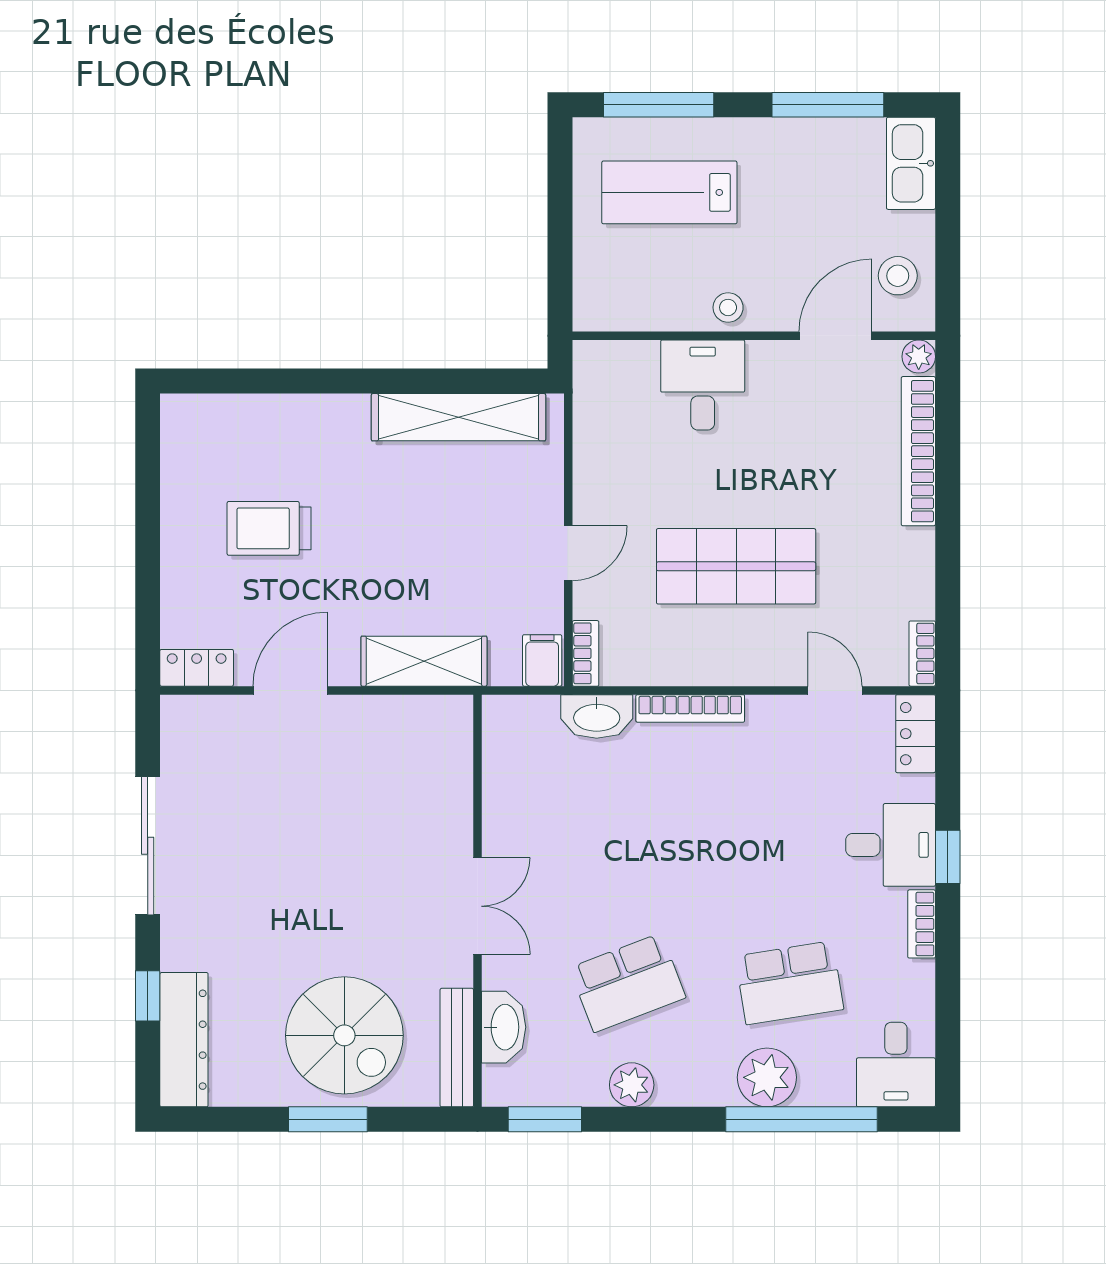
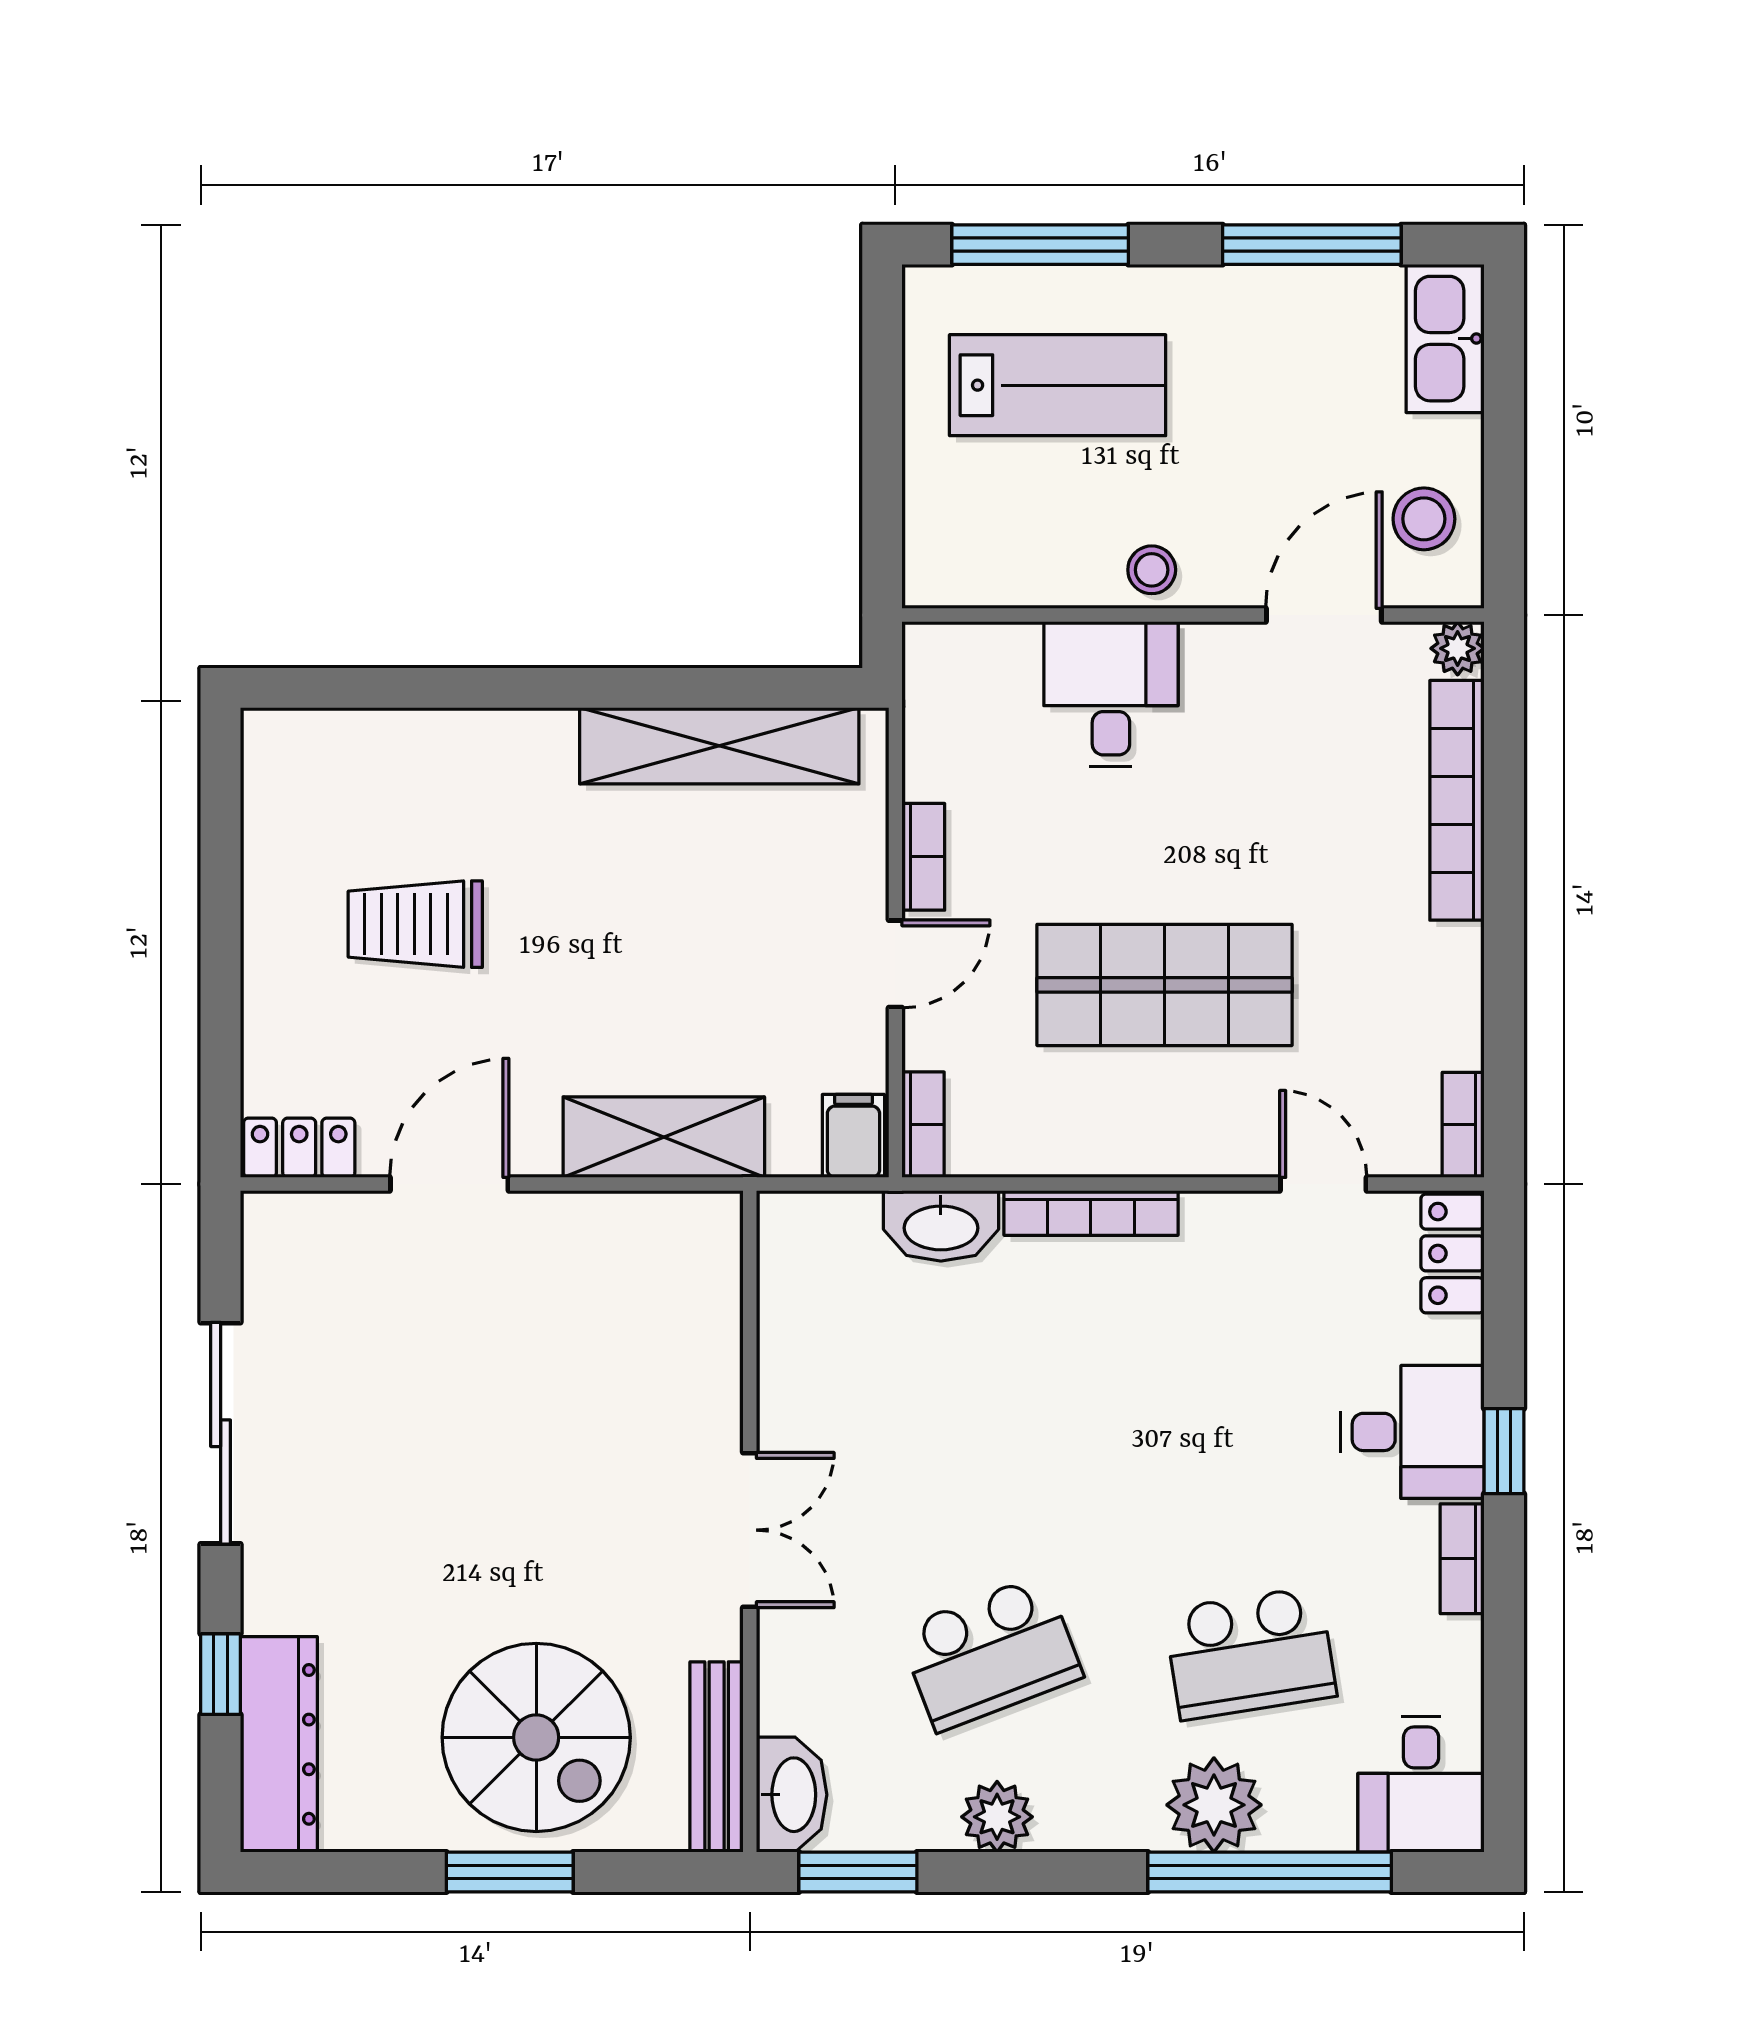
lab bench: (669, 192) -> (1058, 385), turned 180
bookcase: (586, 486) -> (923, 857), added
washbasin: (504, 1027) -> (792, 1795), moved

